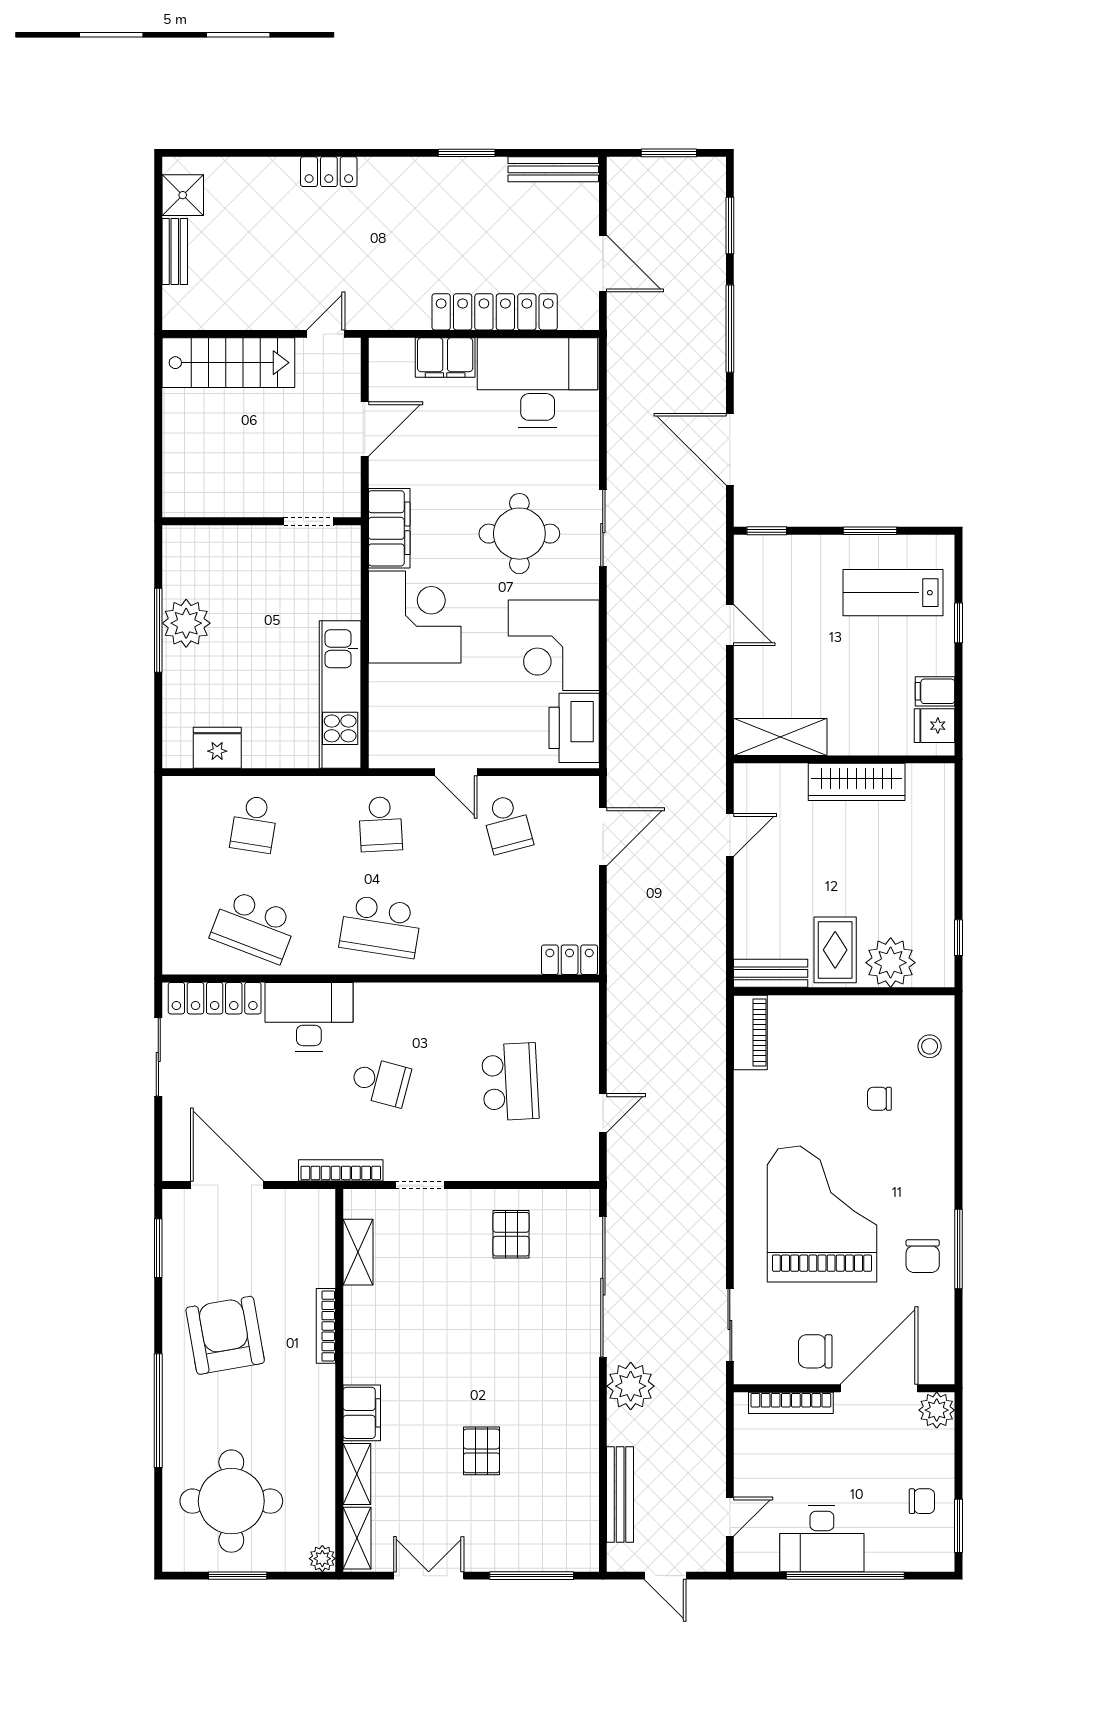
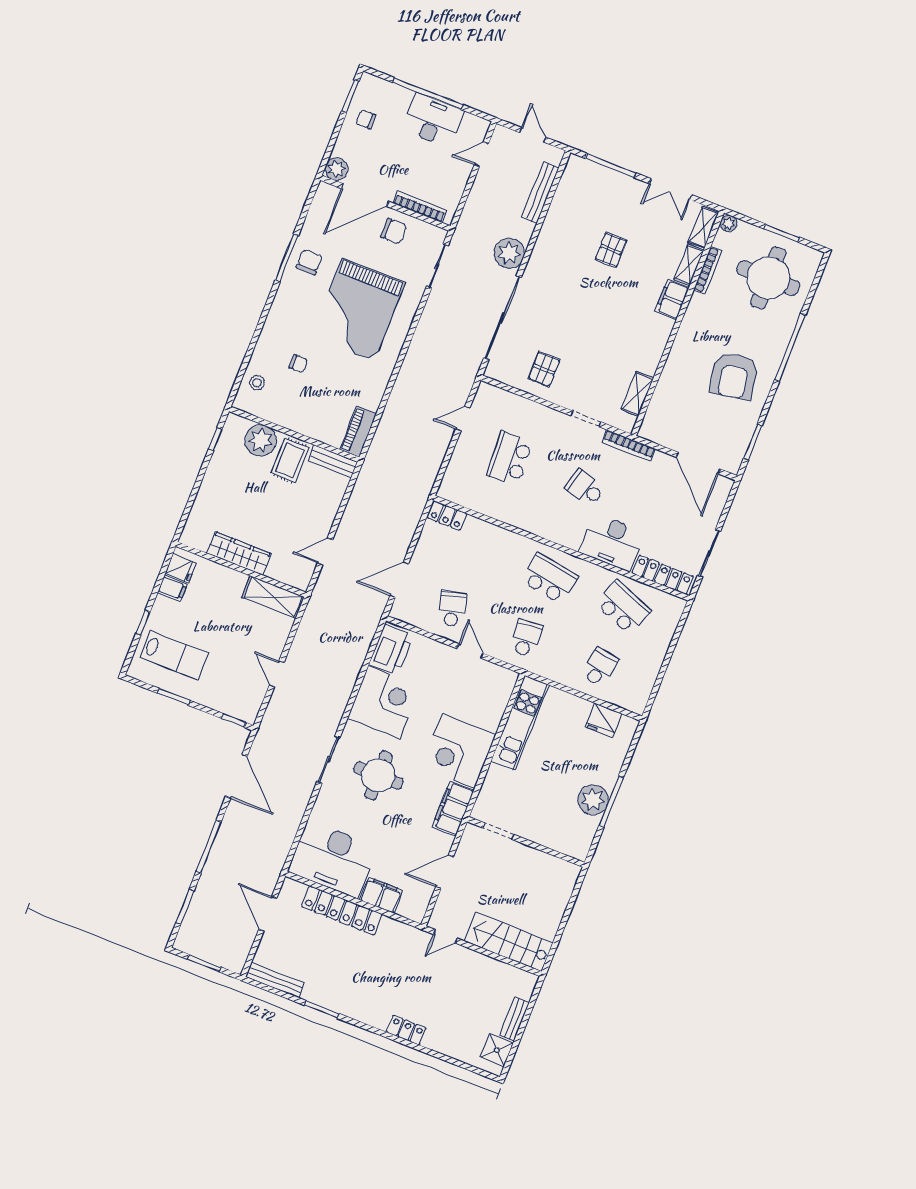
bookcase: (326, 1326) -> (708, 270), moved

